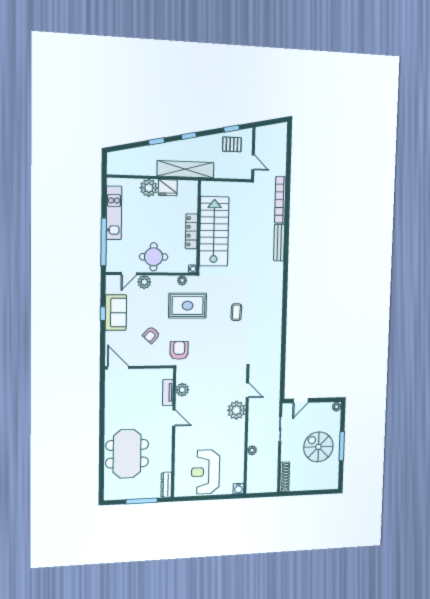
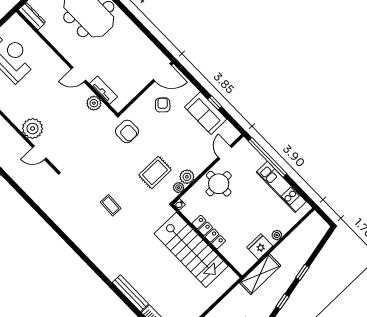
shelving: (185, 169) -> (260, 274), width x0.68
plant: (149, 188) -> (277, 235), width x0.53, depth x0.53
plant: (144, 282) -> (187, 177), moved
rug: (188, 306) -> (155, 172), width x0.73, depth x0.70
armchair: (151, 335) -> (163, 105), moved

